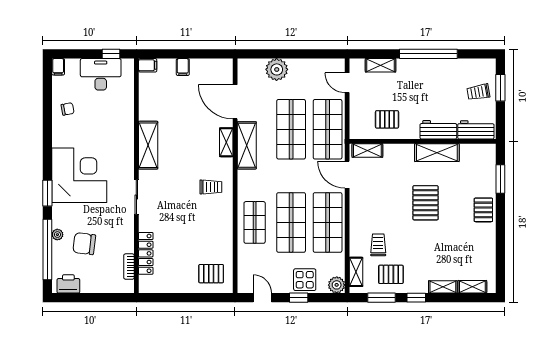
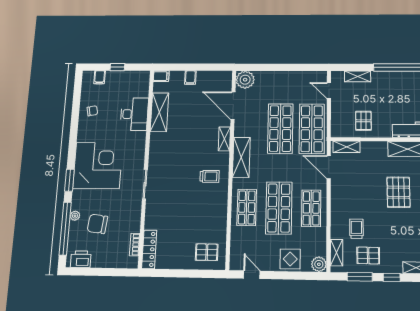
window: (111, 54) -> (117, 67), moved
filing cabinet: (58, 67) -> (100, 77), moved
plant: (277, 69) -> (245, 80), moved
desk: (101, 74) -> (134, 114), moved, turned 90
pallet: (387, 119) -> (363, 121), turned 90
shelving: (148, 145) -> (159, 112), moved
shelving: (247, 145) -> (241, 157), moved
shop shelf: (328, 222) -> (311, 208), width x0.70, depth x0.74
locker: (146, 253) -> (149, 249), moved
window: (299, 298) -> (284, 275), removed

